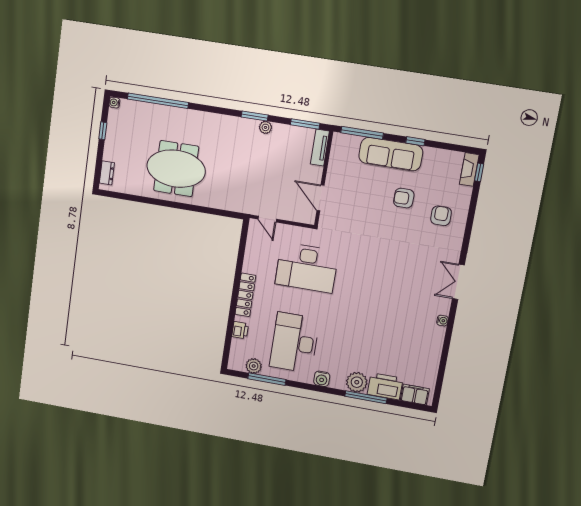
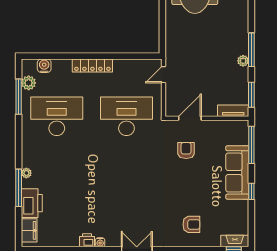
window: (255, 116) -> (251, 50), width x1.44
armchair: (404, 198) -> (186, 151), moved
desk: (307, 268) -> (126, 116), turned 90
printer: (240, 330) -> (87, 240), moved, turned 180
water cooler: (322, 379) -> (44, 66), moved, turned 90
plant: (357, 382) -> (26, 173), width x0.53, depth x0.53

